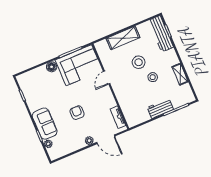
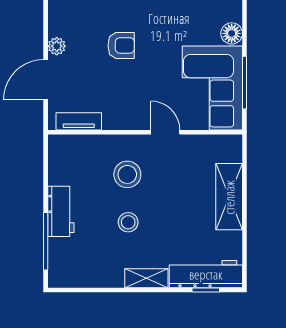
stool: (139, 62) -> (127, 174), moved
shelving: (180, 74) -> (146, 278), moved

